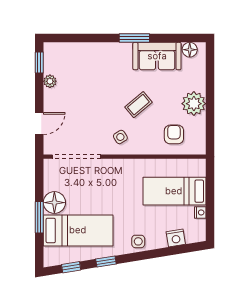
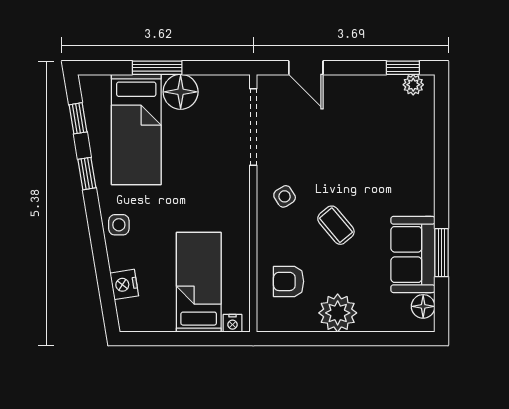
window: (134, 38) -> (442, 253), moved
plant: (50, 81) -> (413, 85), moved
armchair: (174, 134) -> (289, 281), turned 180
nightstand: (200, 212) -> (232, 323), moved

